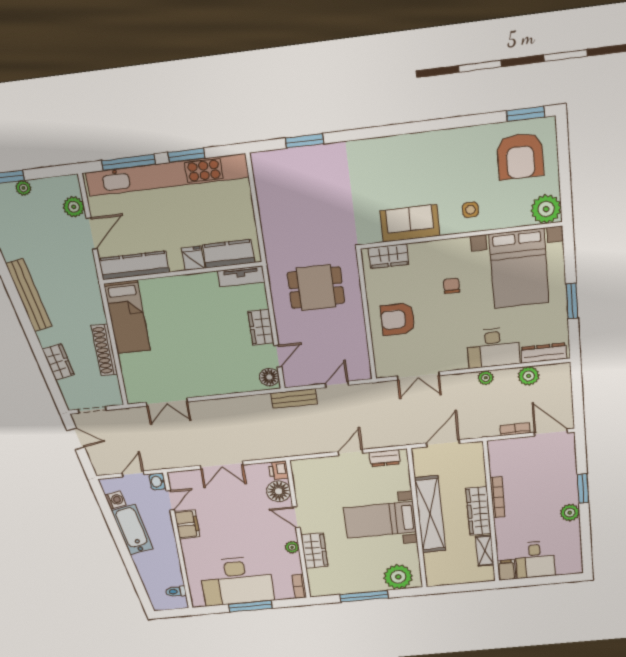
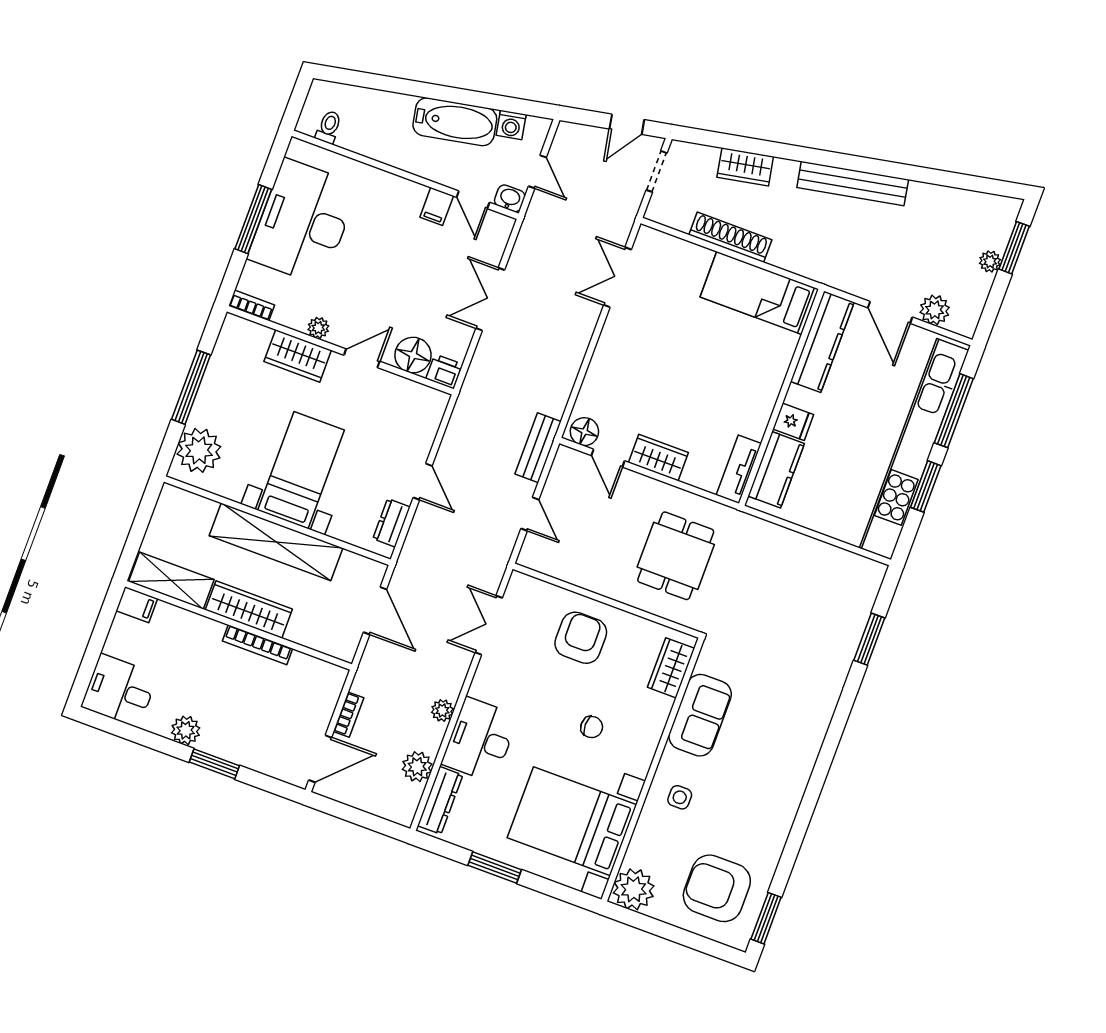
filing cabinet: (187, 524) -> (437, 206), width x0.50
shelving: (485, 551) -> (171, 581), width x1.50, depth x1.33
desk: (535, 560) -> (120, 691), moved

